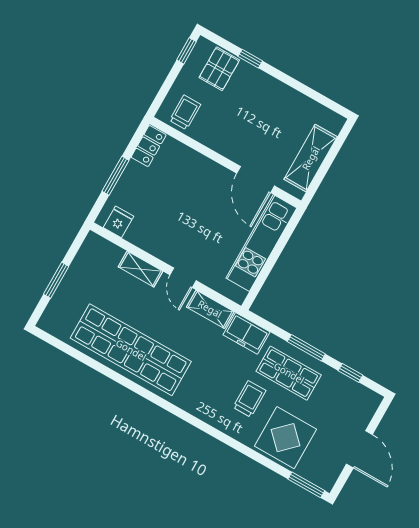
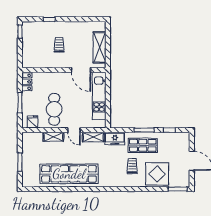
pallet: (219, 69) -> (38, 31), removed
trolley: (185, 112) -> (59, 45), moved
cafe table: (169, 221) -> (54, 109), added

